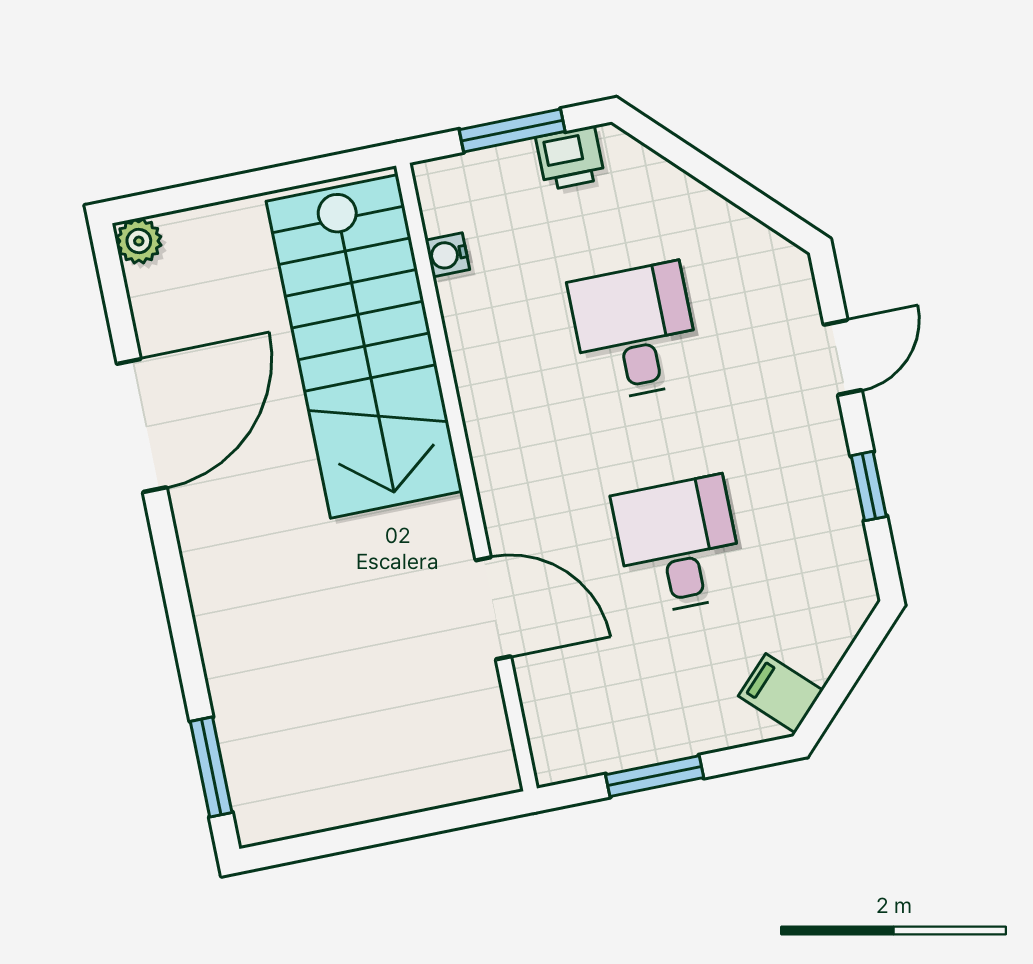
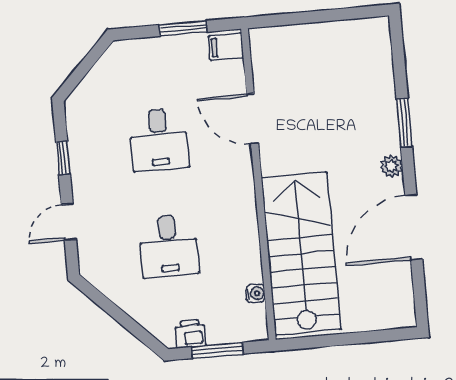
plant: (139, 241) -> (392, 166), moved
filing cabinet: (781, 693) -> (226, 47), moved, turned 136
window: (211, 767) -> (404, 122), moved

